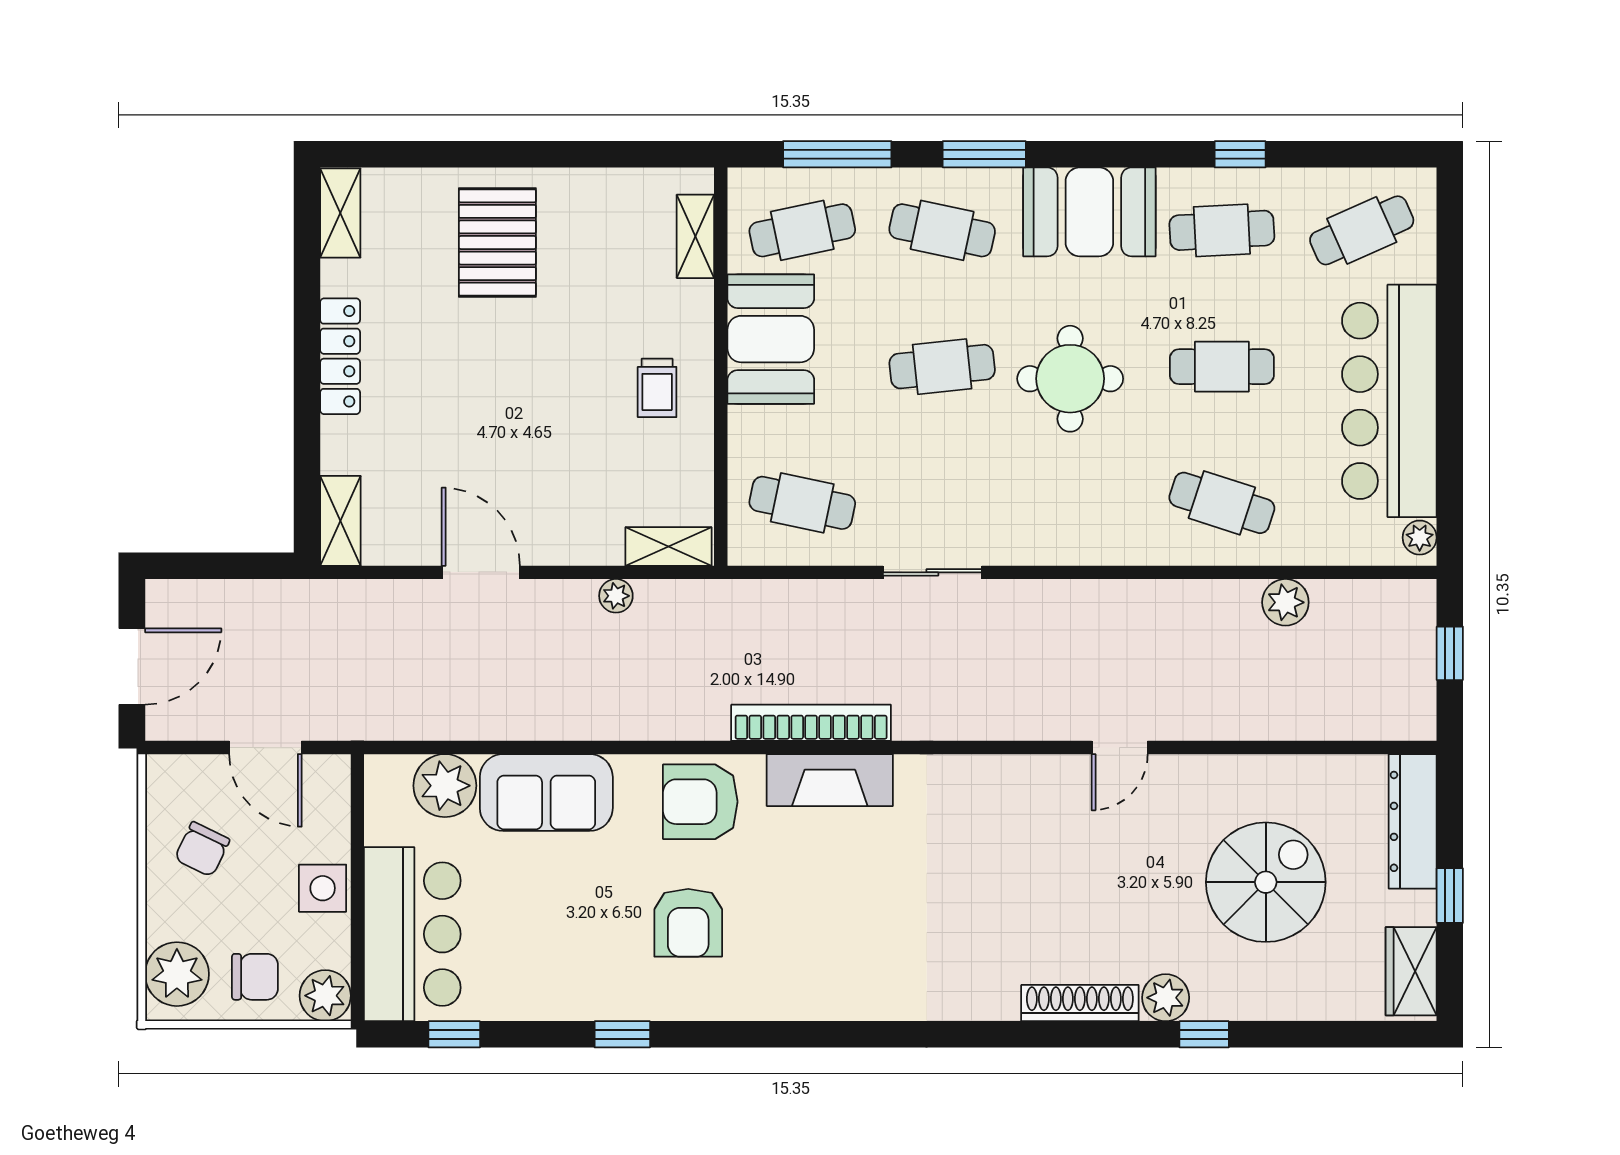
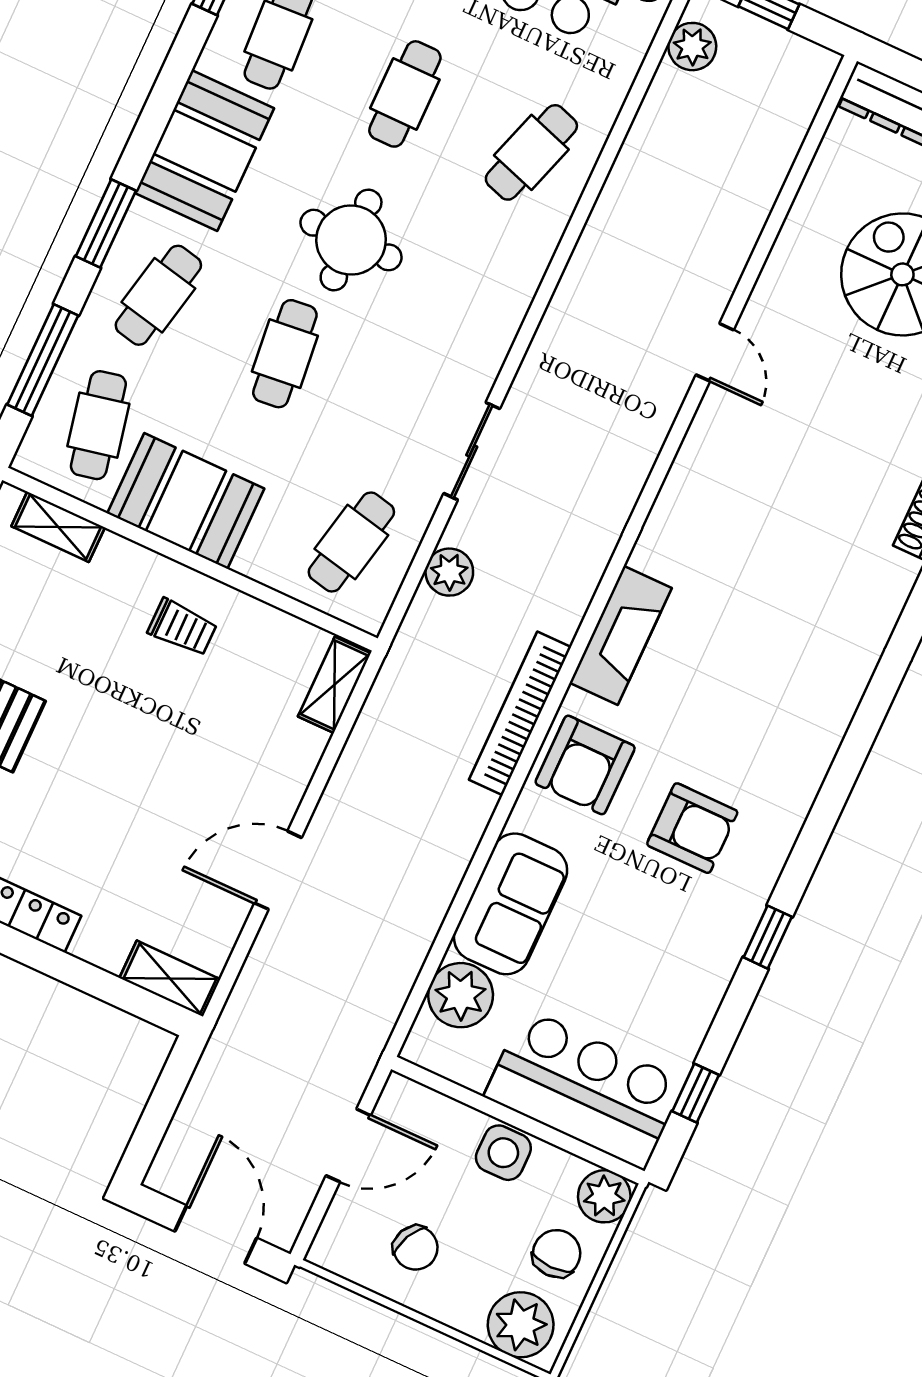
plant: (616, 596) -> (449, 572), moved, width x1.38, depth x1.38
plant: (1285, 602) -> (692, 47), moved
bookcase: (811, 723) -> (520, 713), moved

